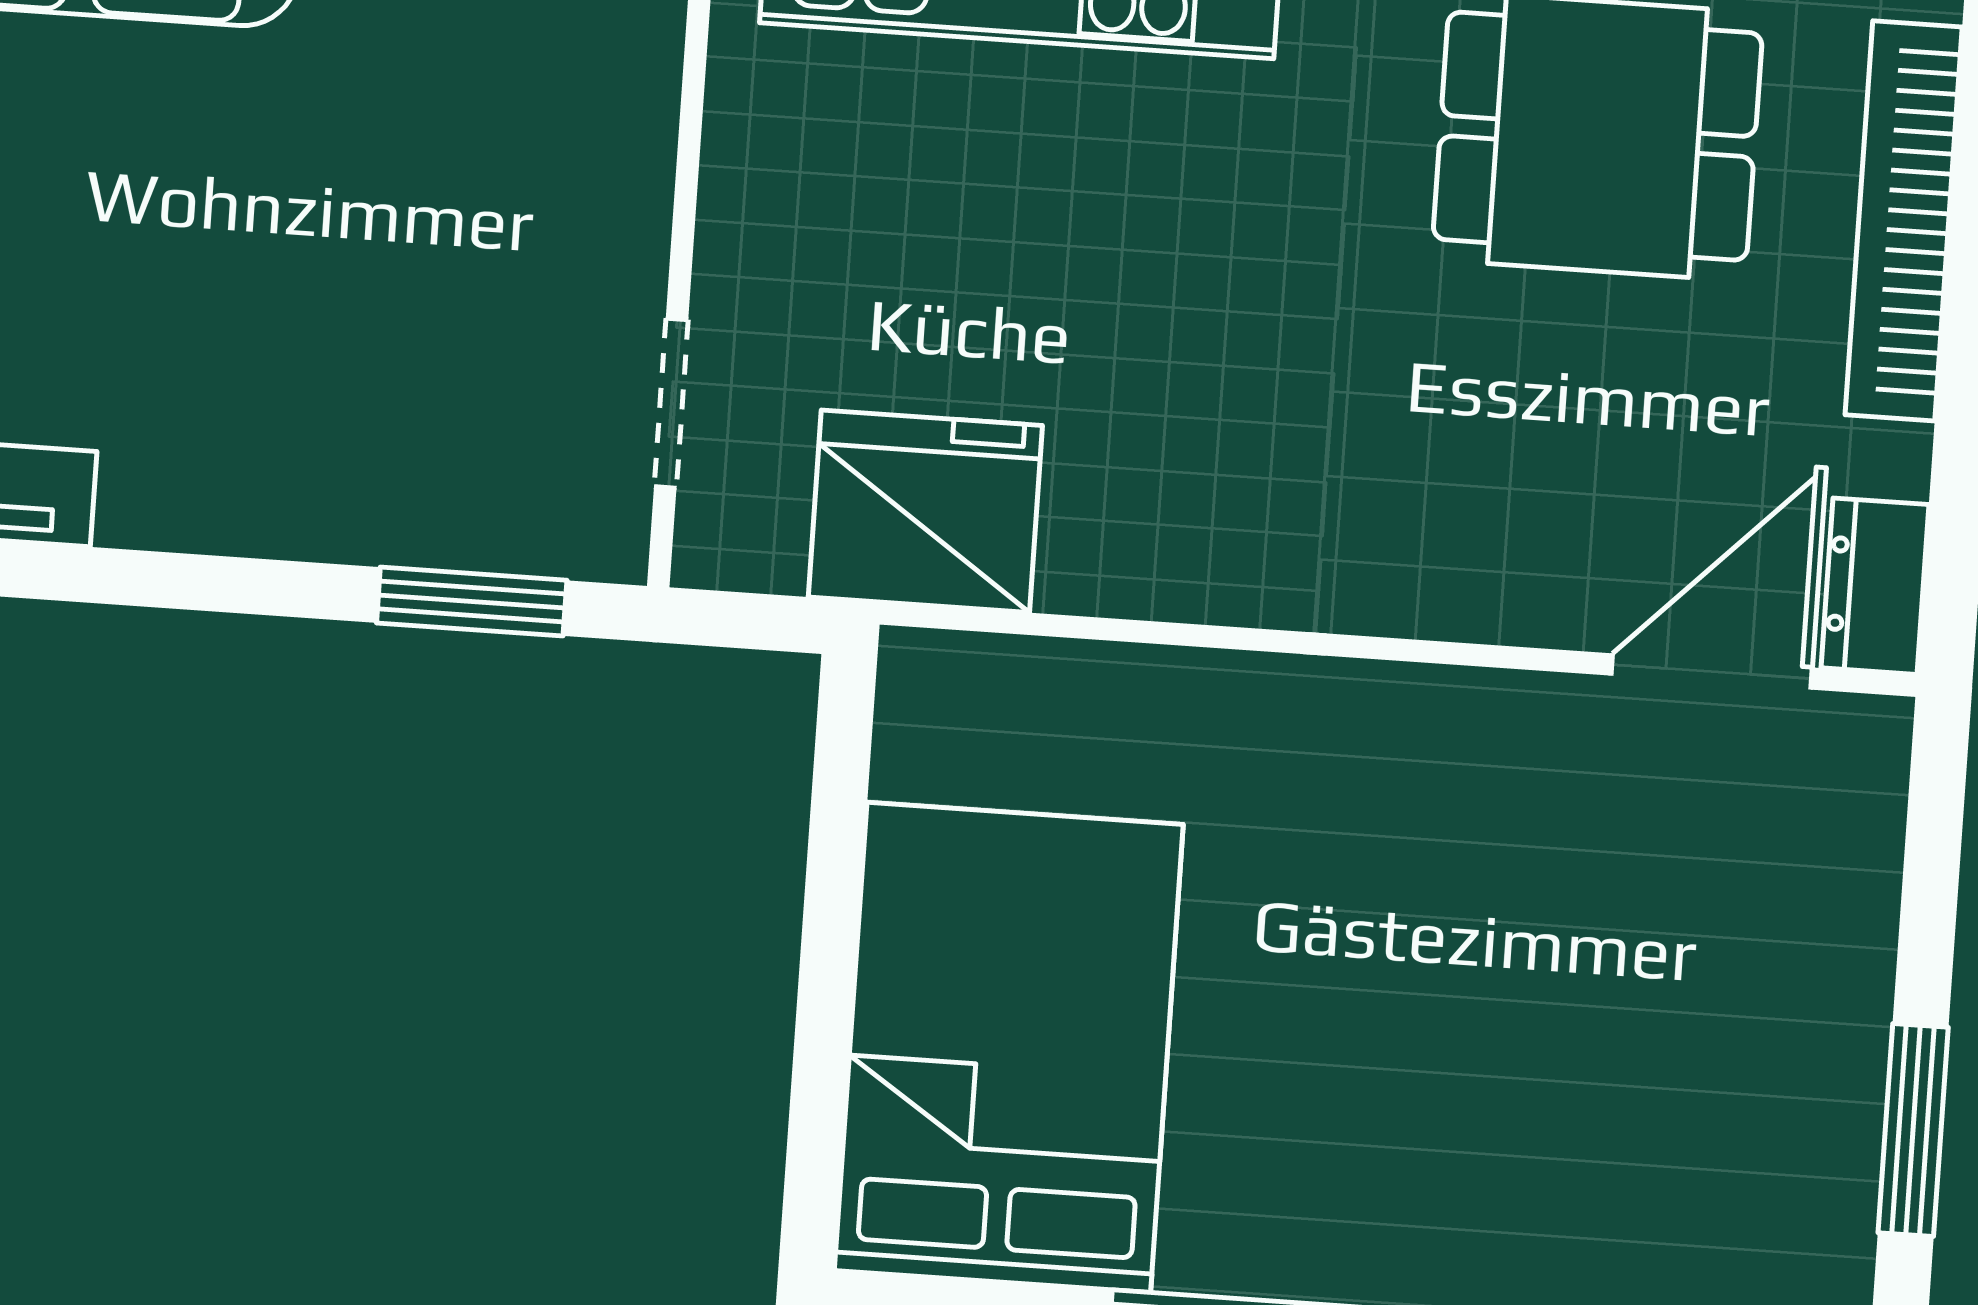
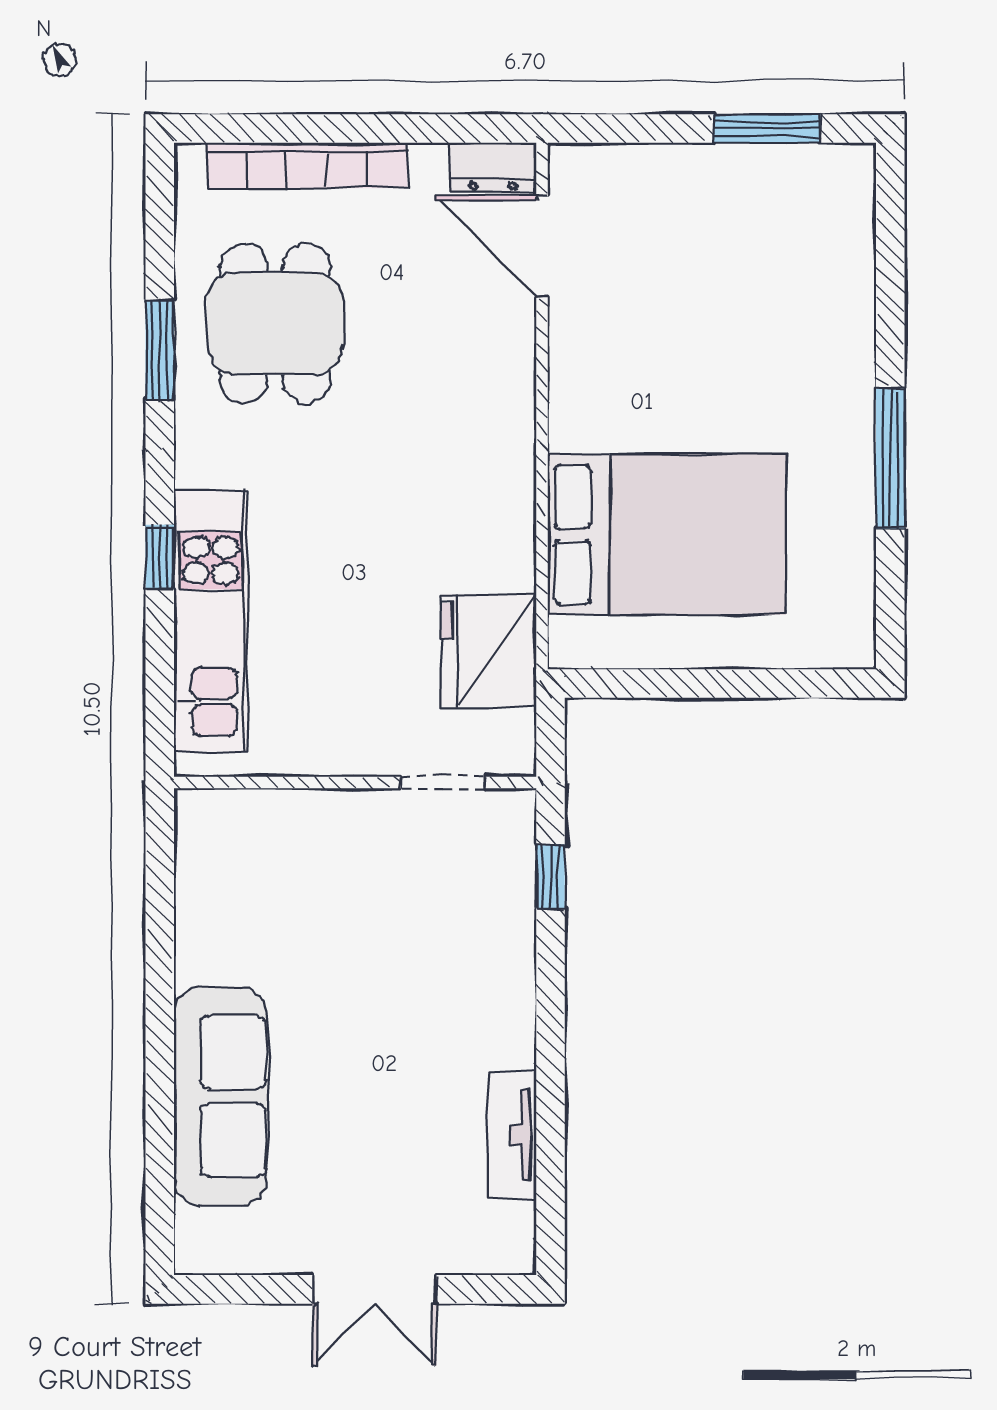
window: (472, 602) -> (551, 876), width x0.67
bed: (1009, 1047) -> (667, 535), moved, turned 180

